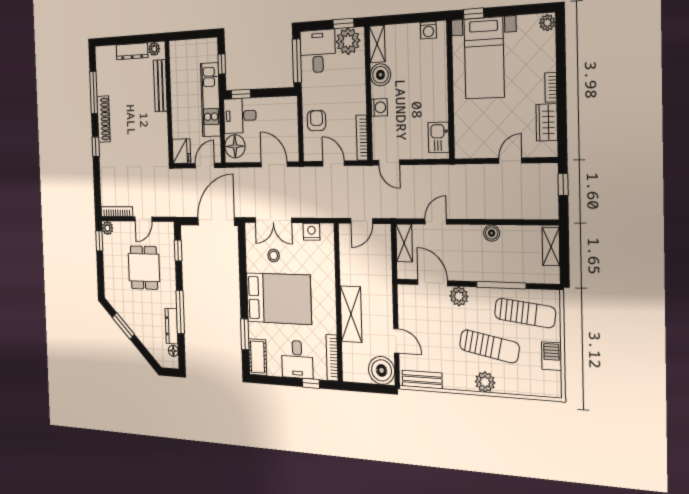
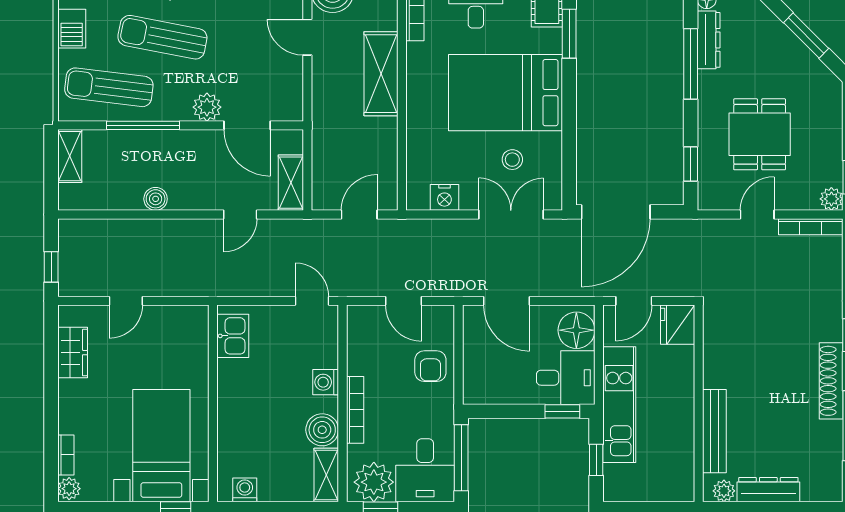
bookcase: (551, 87) -> (66, 455), moved
bookcase: (362, 138) -> (355, 410), moved
shelving: (551, 247) -> (70, 156), moved

